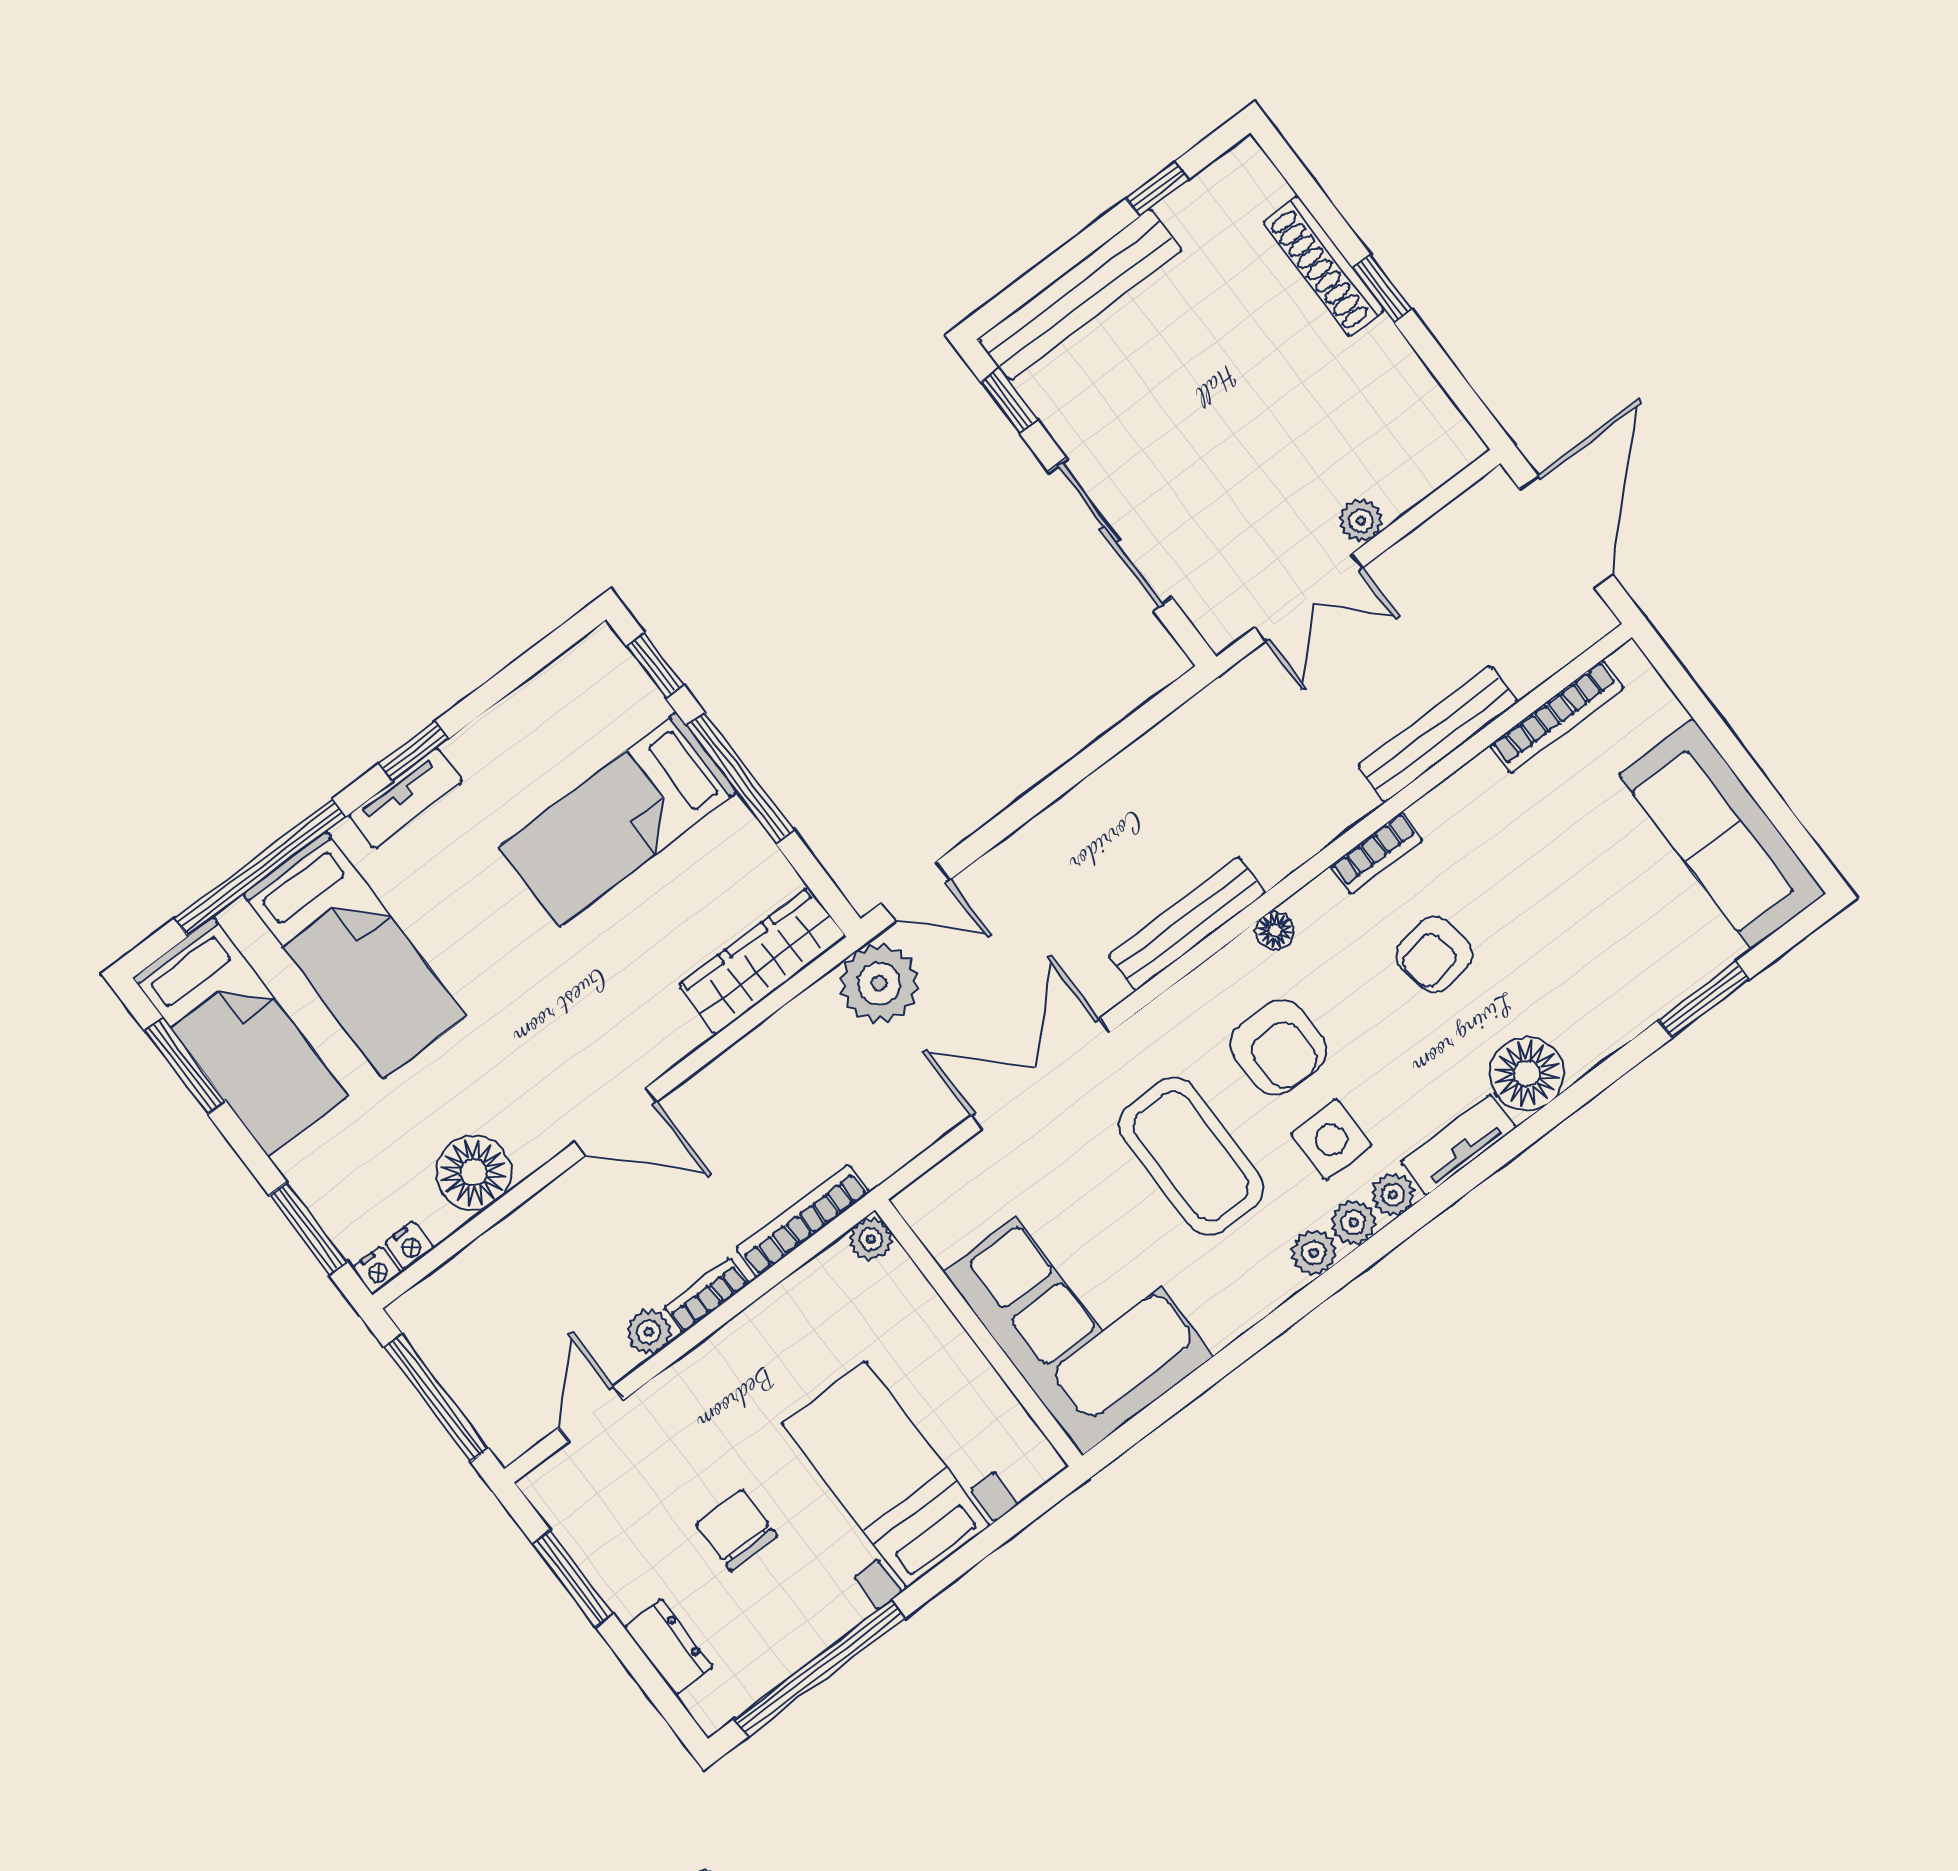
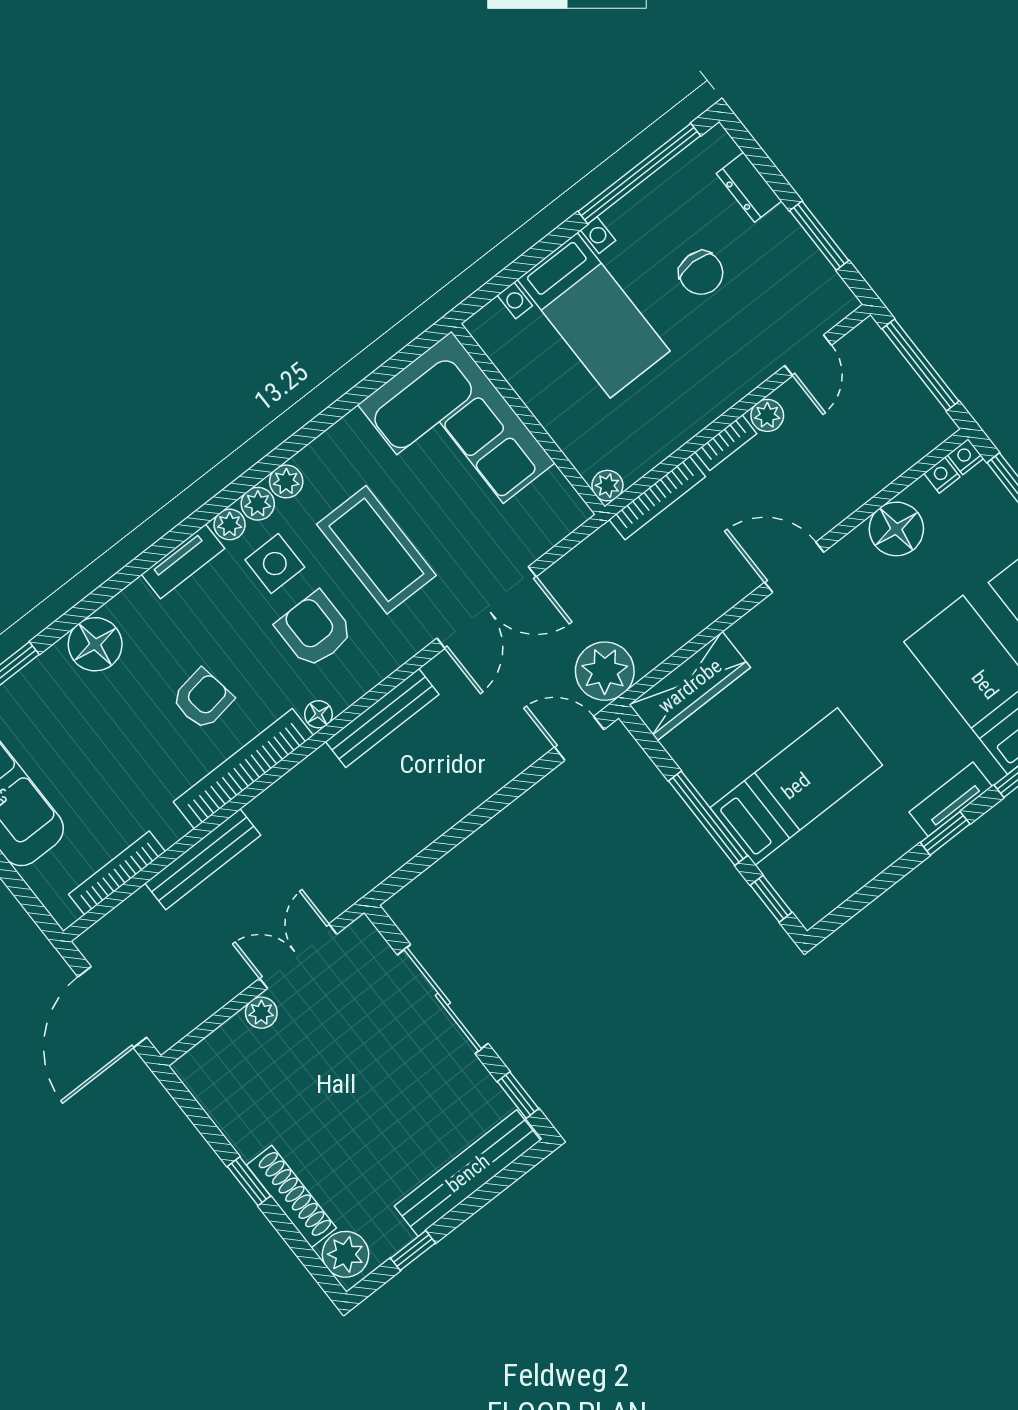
plant: (1251, 185) -> (345, 1254), added
bookcase: (1376, 853) -> (243, 769), width x2.31, depth x1.31
floor lamp: (1527, 1074) -> (95, 644), moved

